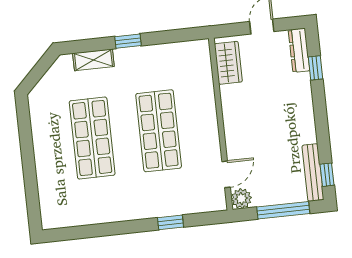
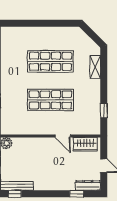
window: (128, 41) -> (104, 111), moved
door: (226, 174) -> (63, 136), moved

